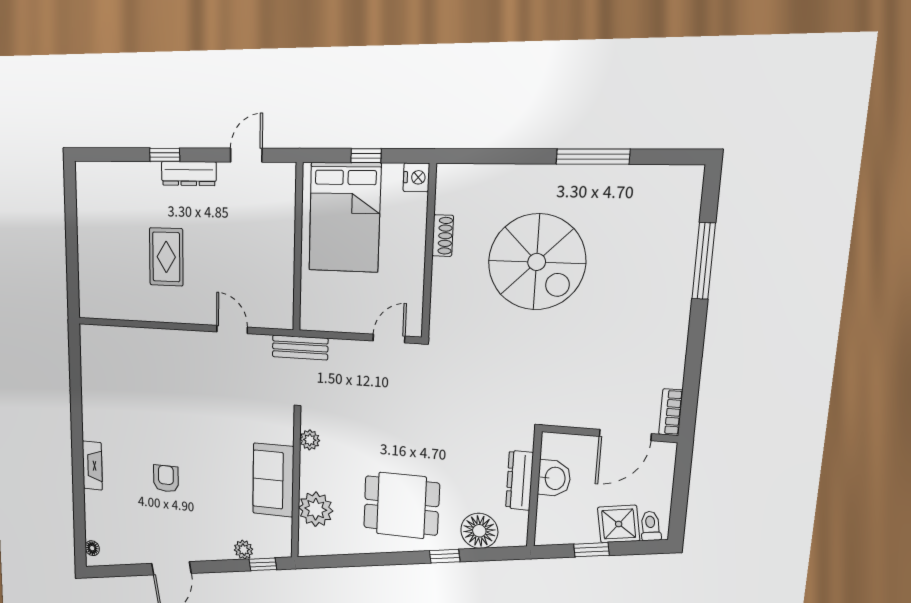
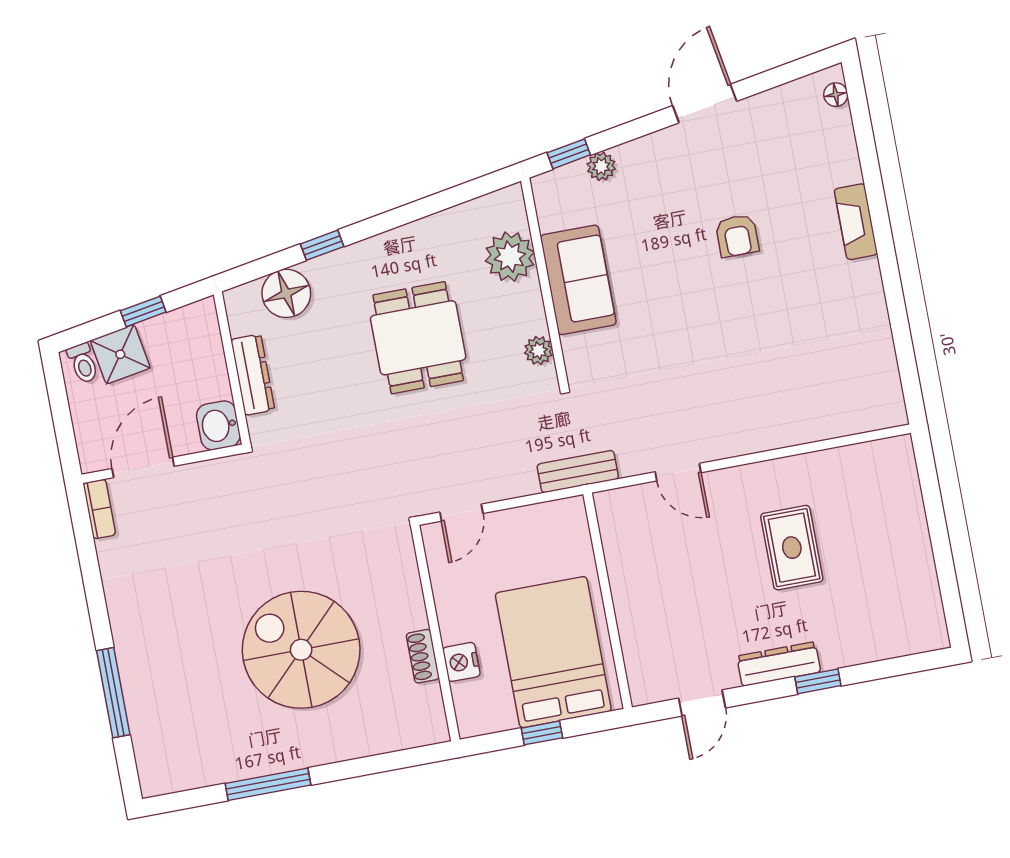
nightstand: (416, 177) -> (461, 662), moved
washbasin: (554, 478) -> (218, 425), moved
dining table: (401, 505) -> (418, 338), moved, turned 90

